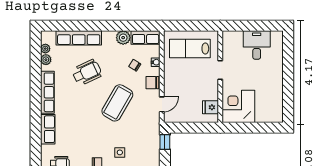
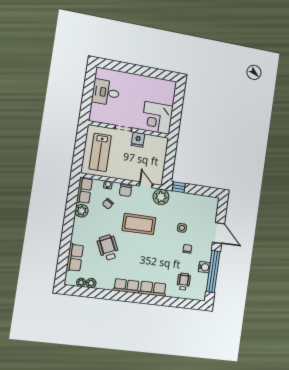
row of seats: (79, 38) -> (75, 258), width x0.68
row of seats: (47, 92) -> (127, 286), width x0.68
coffee table: (117, 103) -> (139, 224), turned -30
fridge: (211, 107) -> (138, 140), moved
plant: (151, 123) -> (161, 197), added

